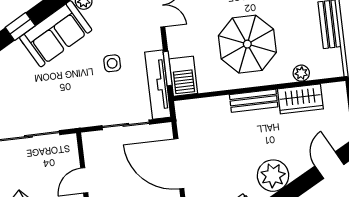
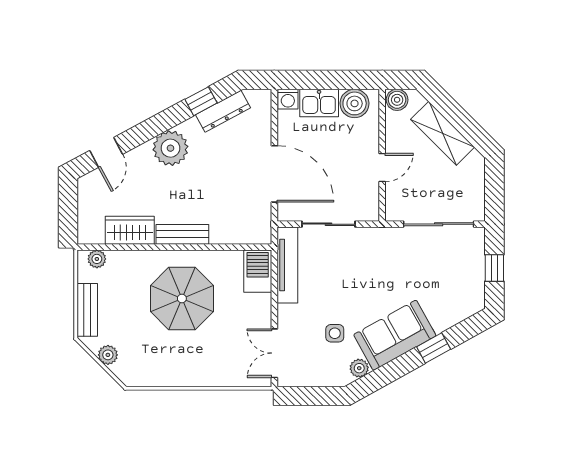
side table: (112, 63) -> (335, 333), moved
window: (168, 68) -> (274, 282), removed
plant: (301, 73) -> (97, 259), moved

